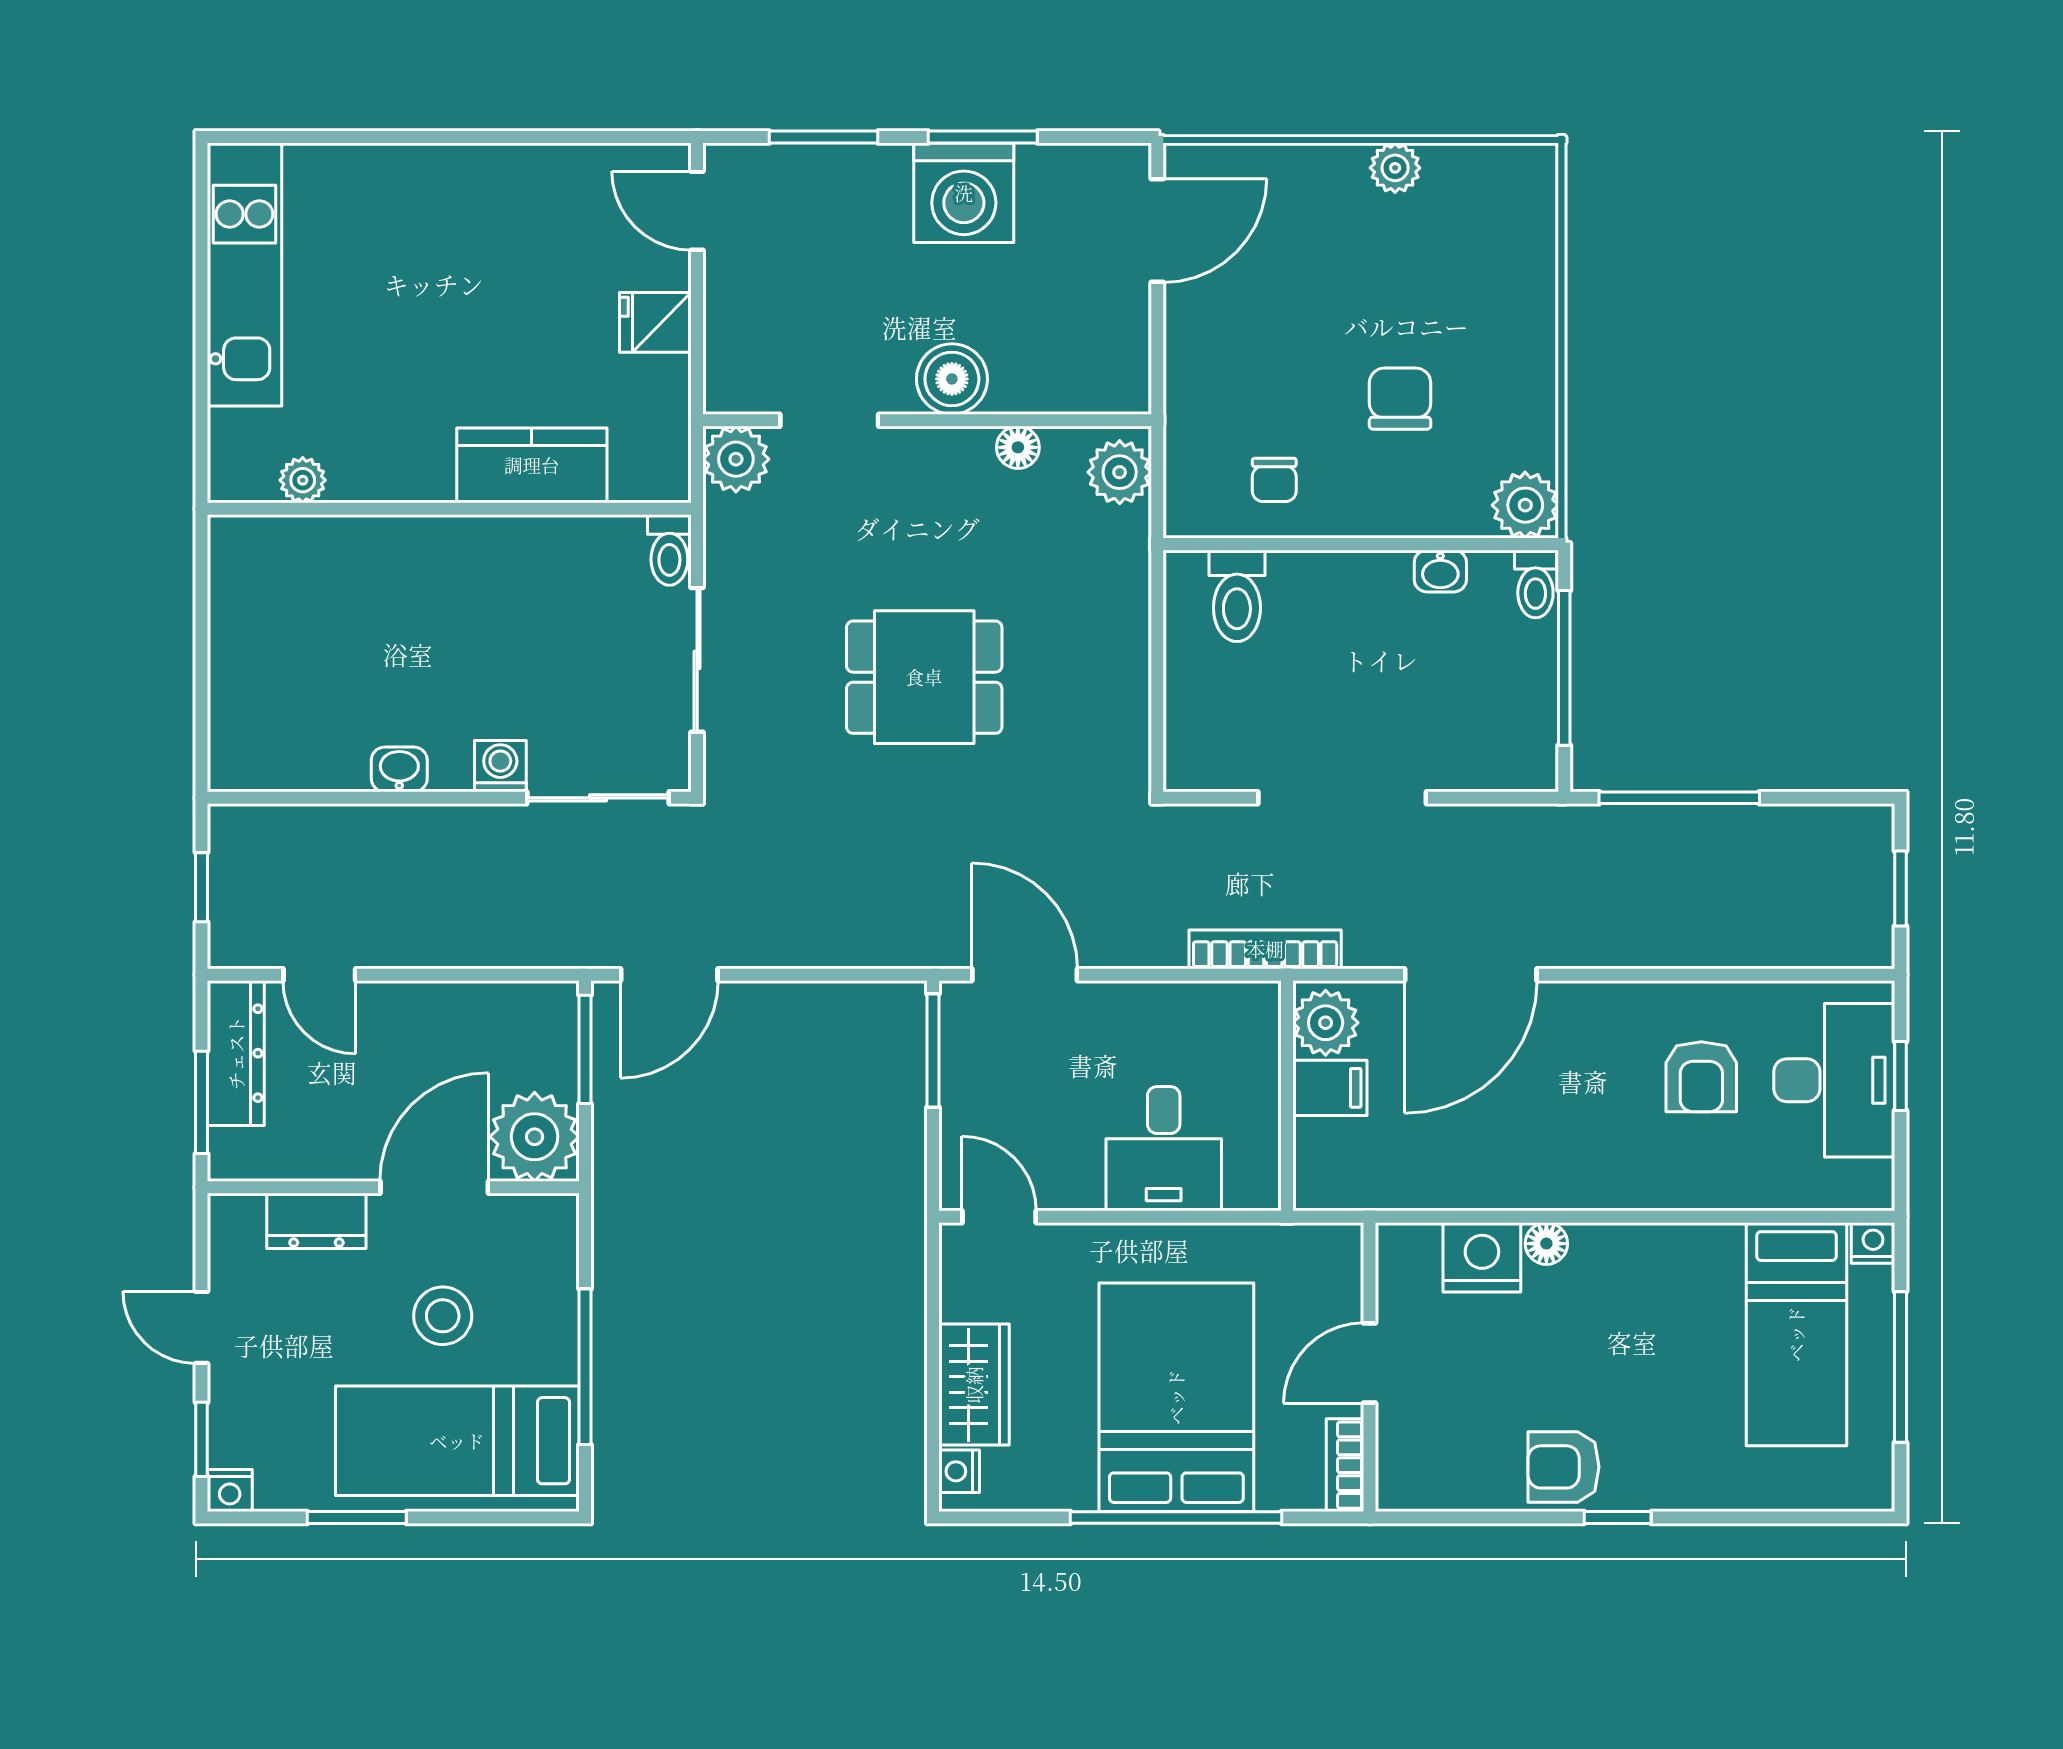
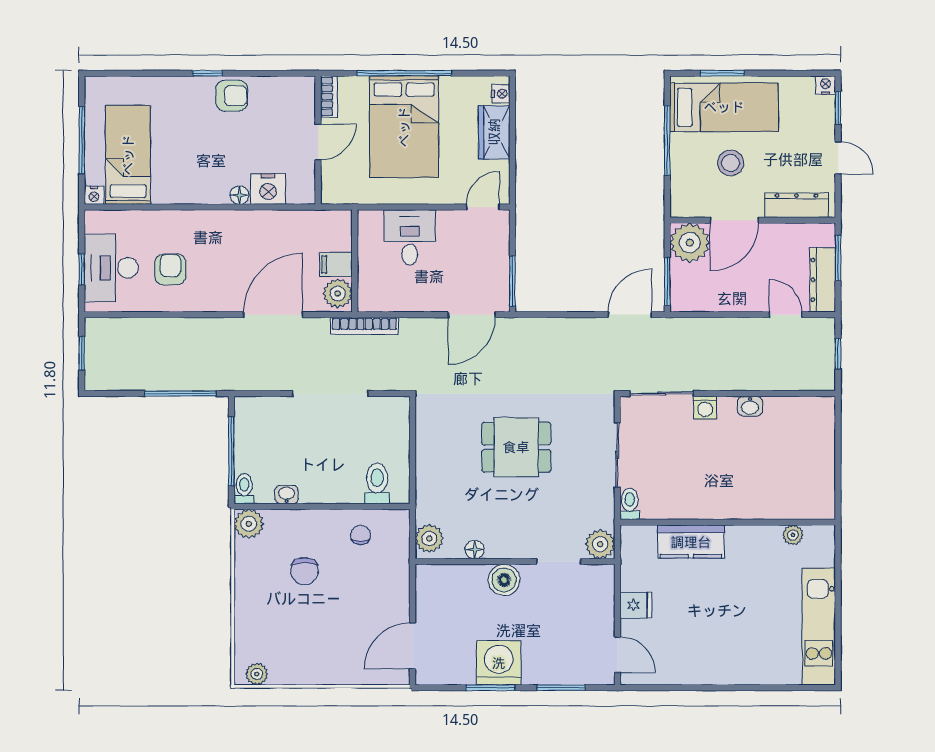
plant: (1395, 168) -> (257, 674), moved
door: (1025, 975) -> (472, 315), hinge flipped
door: (999, 1217) -> (483, 207), swing flipped
dresser: (316, 1221) -> (796, 205), width x1.44
window: (357, 1518) -> (722, 73), moved

